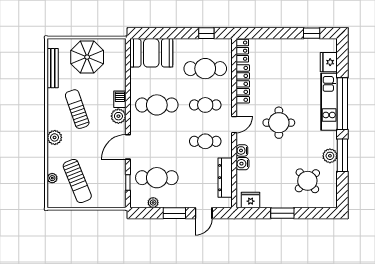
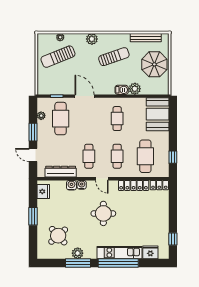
cafe table: (157, 105) -> (117, 119), width x0.73, depth x0.74
plant: (118, 116) -> (135, 89), moved

